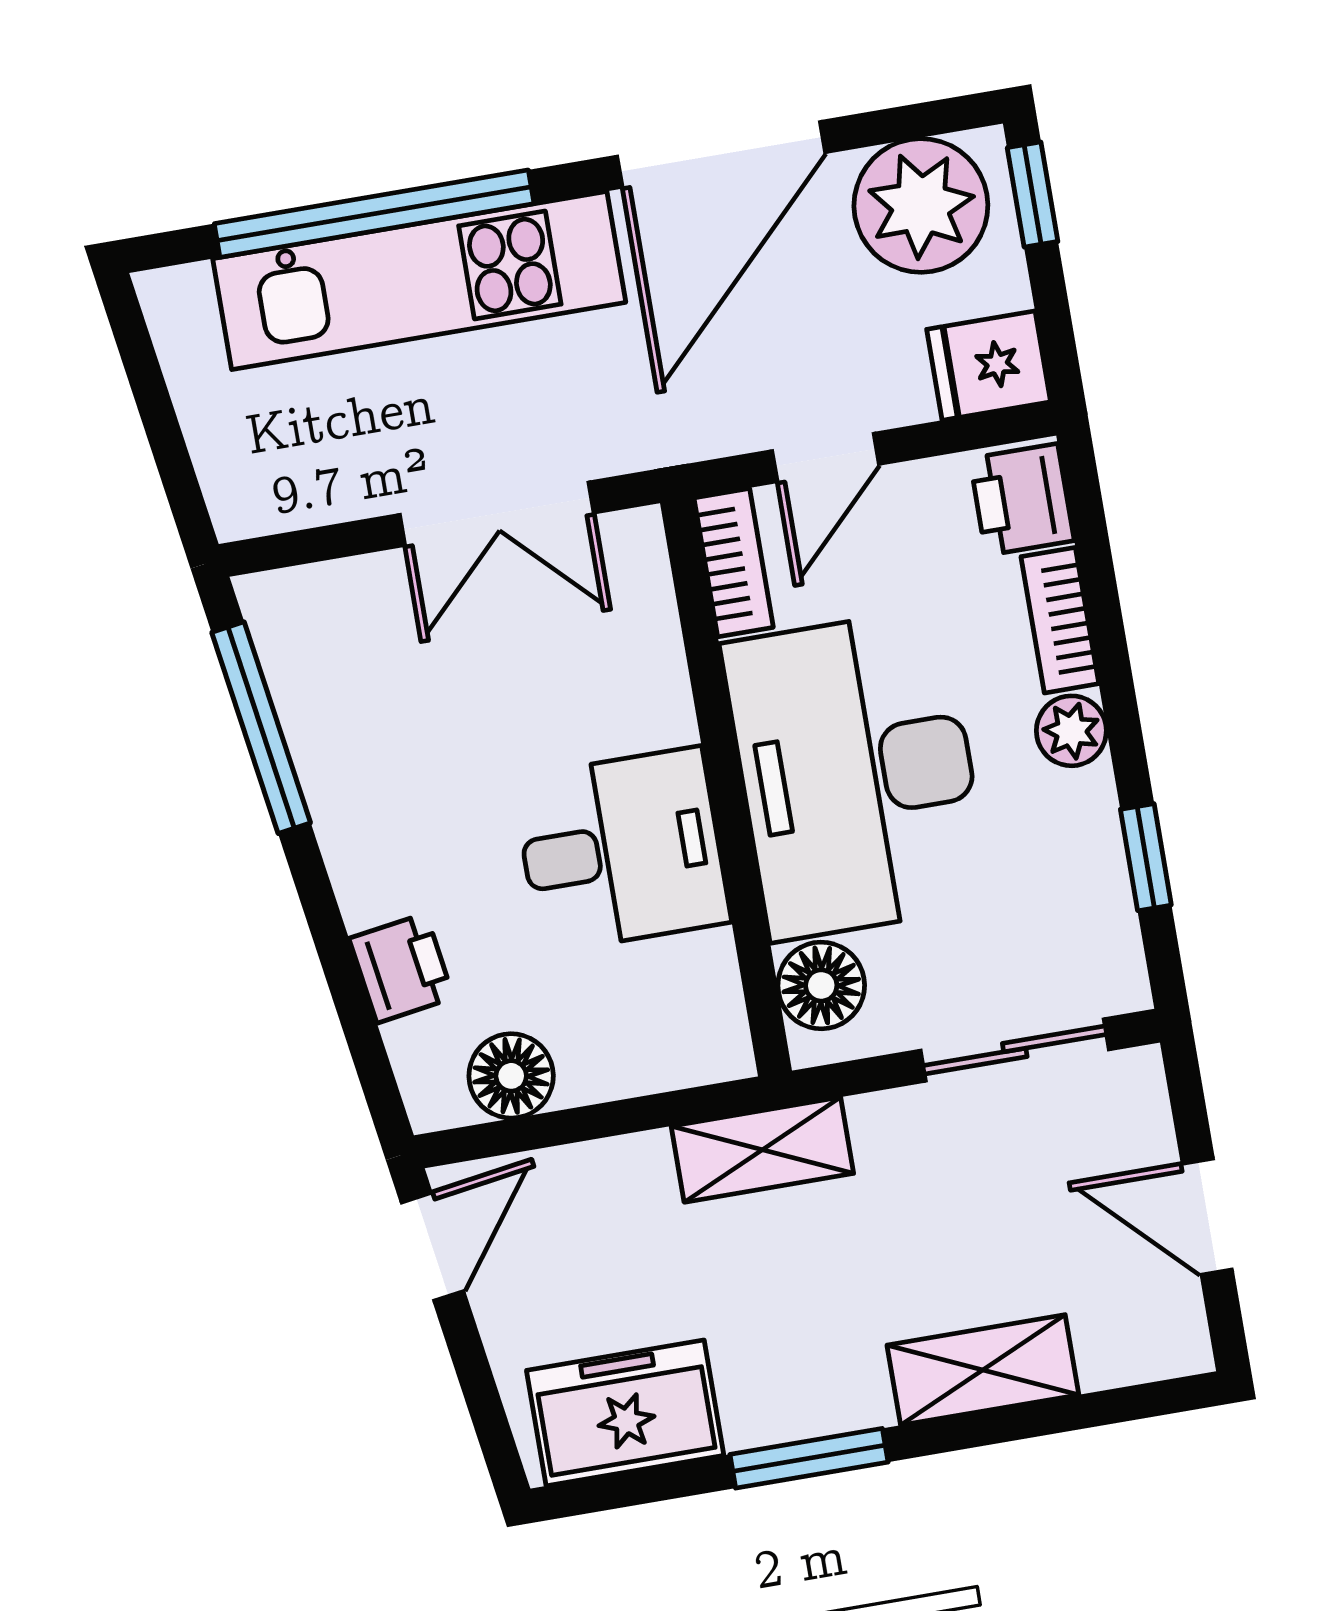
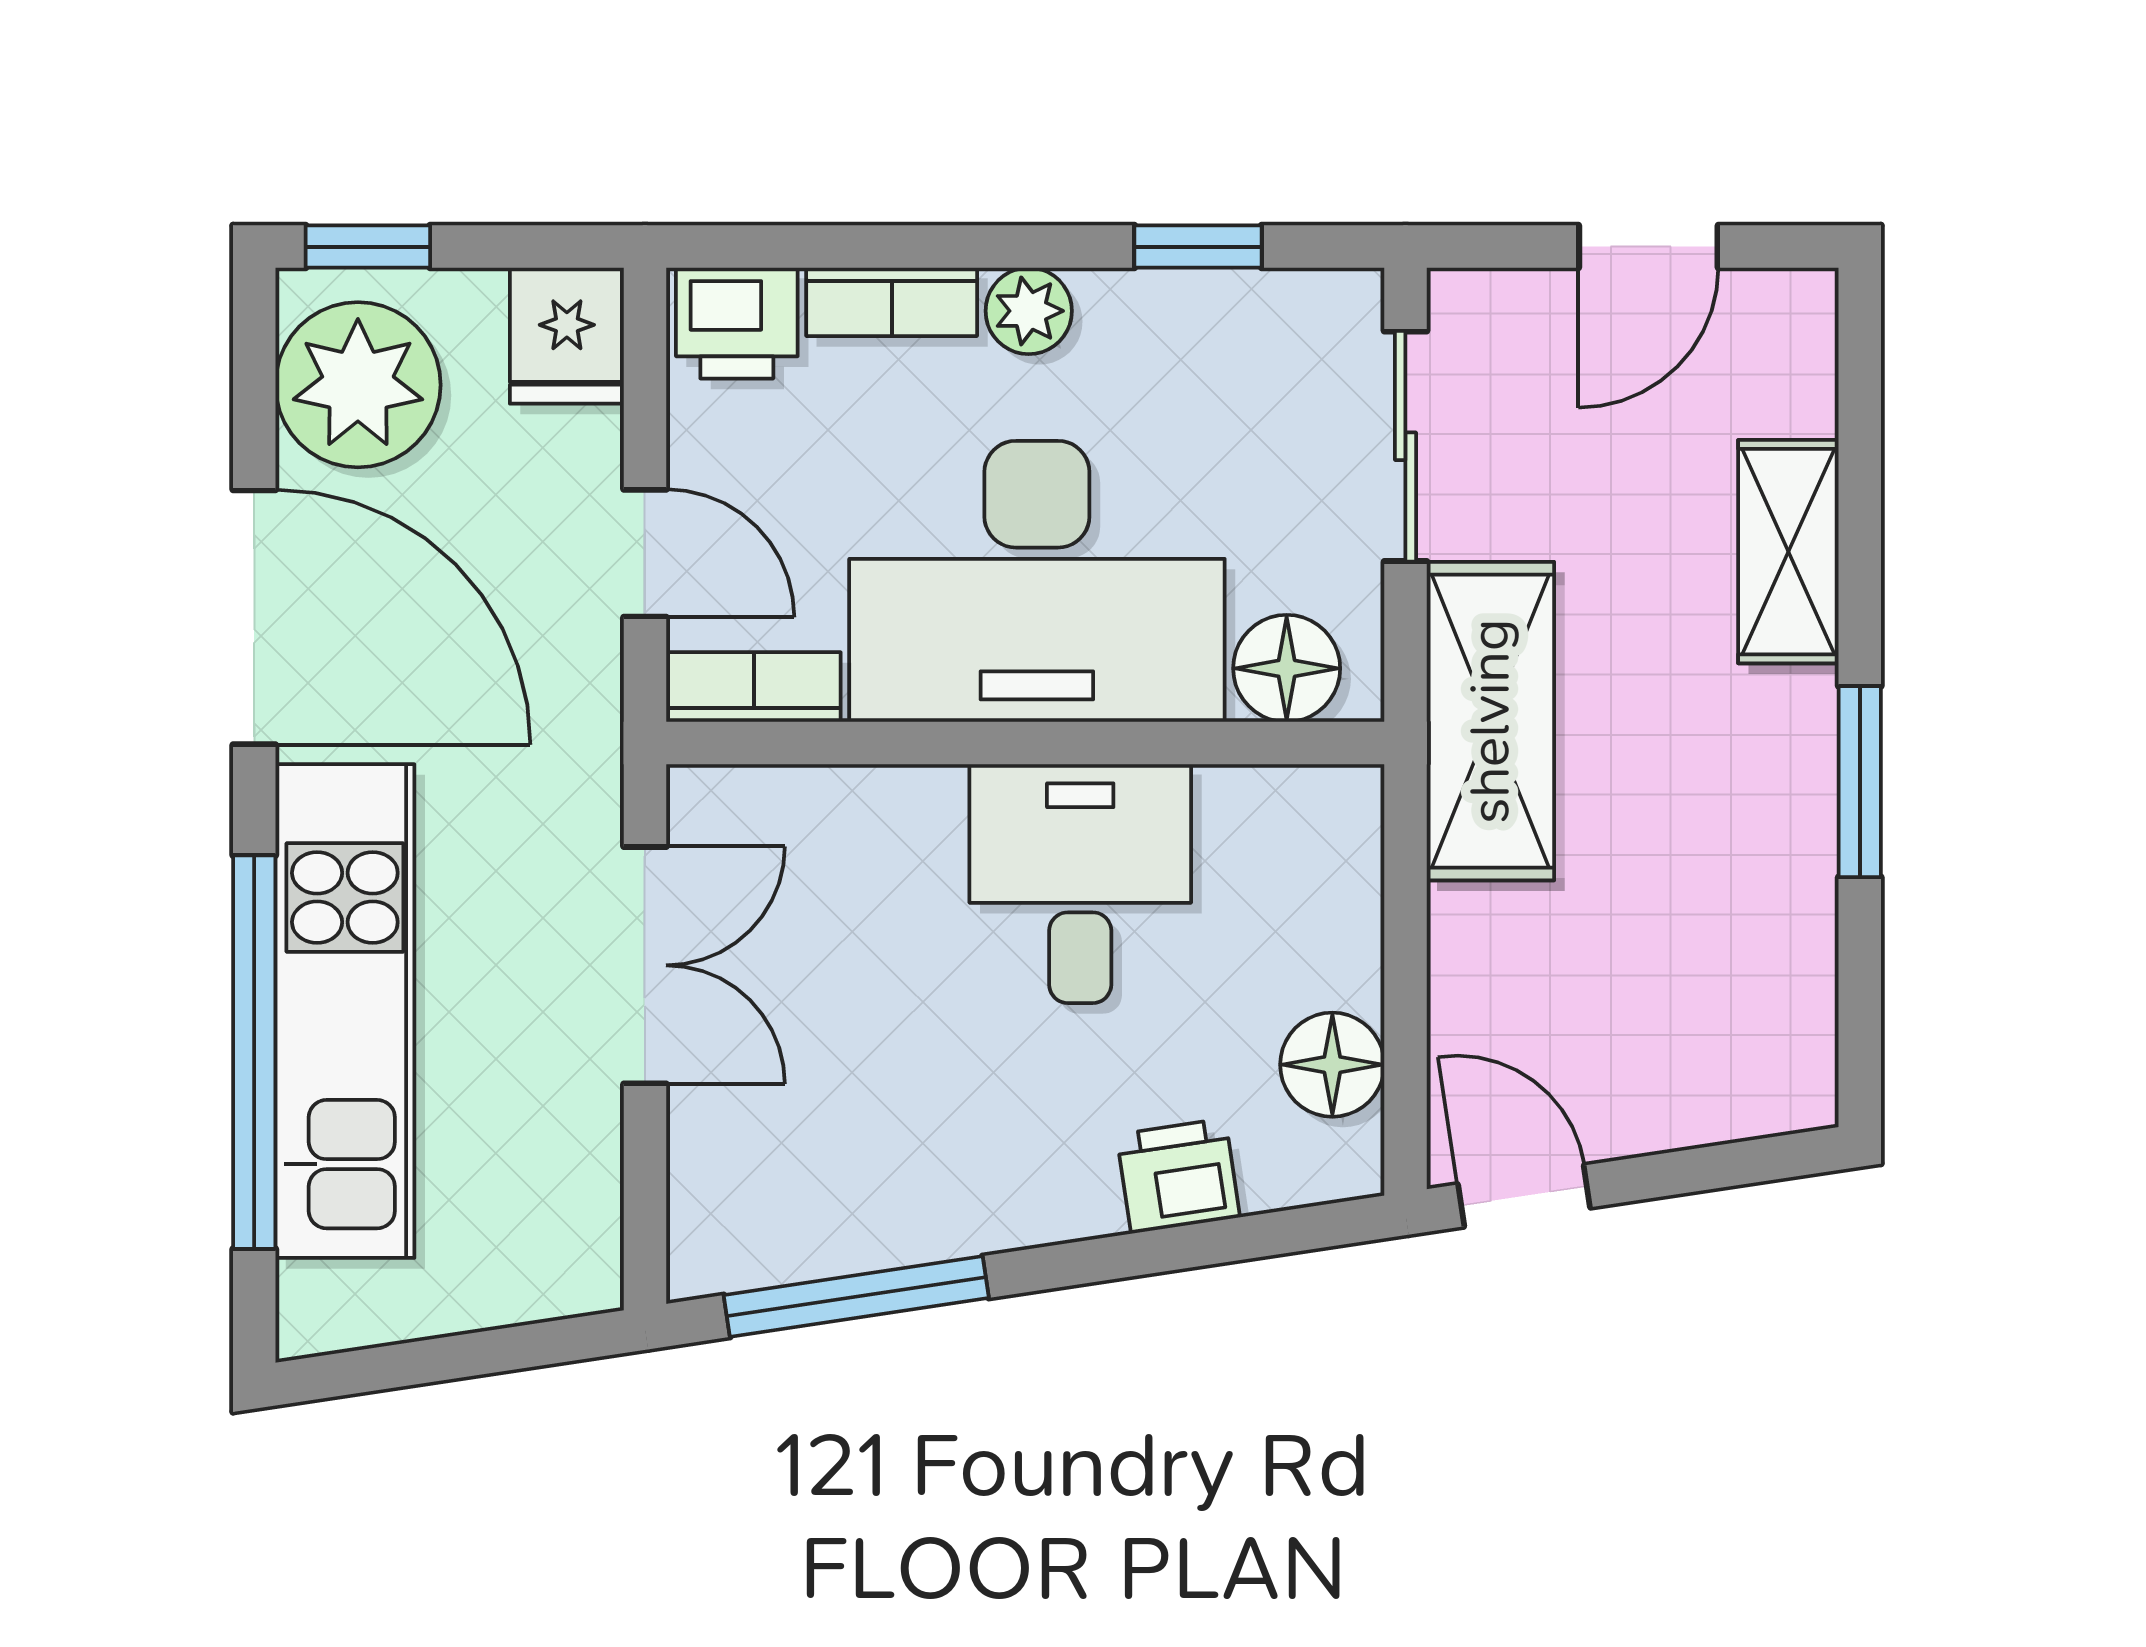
shelving: (762, 1150) -> (1490, 721), width x1.50, depth x1.33
freezer: (625, 1413) -> (1766, 996), removed

